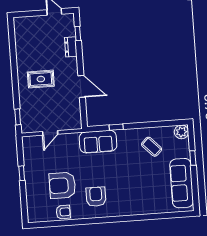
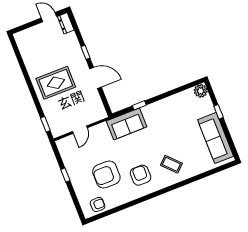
window: (78, 33) -> (85, 52), moved
dresser: (71, 47) -> (66, 23), moved
rug: (41, 79) -> (56, 83), width x1.36, depth x1.43
coffee table: (152, 147) -> (171, 164), moved
armchair: (63, 212) -> (98, 205), moved

